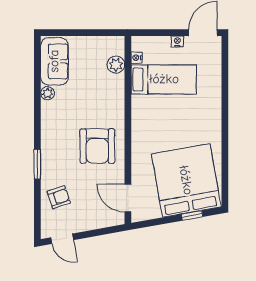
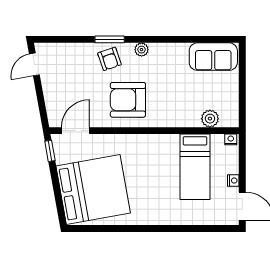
nightstand: (137, 58) -> (231, 139), moved
plant: (47, 93) -> (142, 50), moved
armchair: (59, 197) -> (109, 59), moved
window: (192, 215) -> (50, 151), moved

